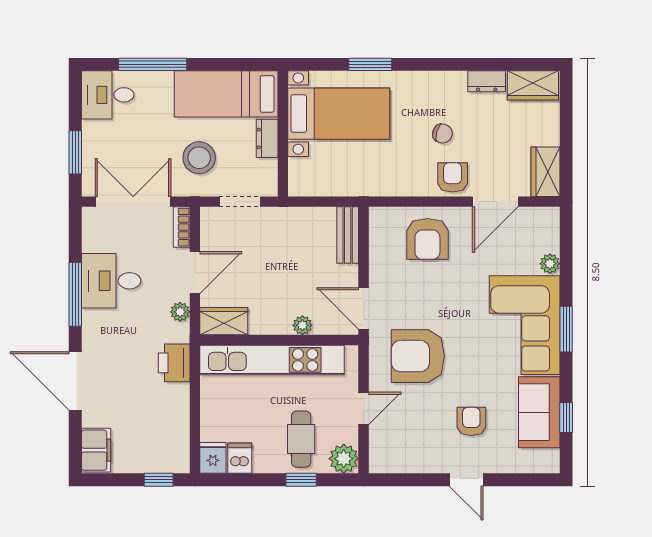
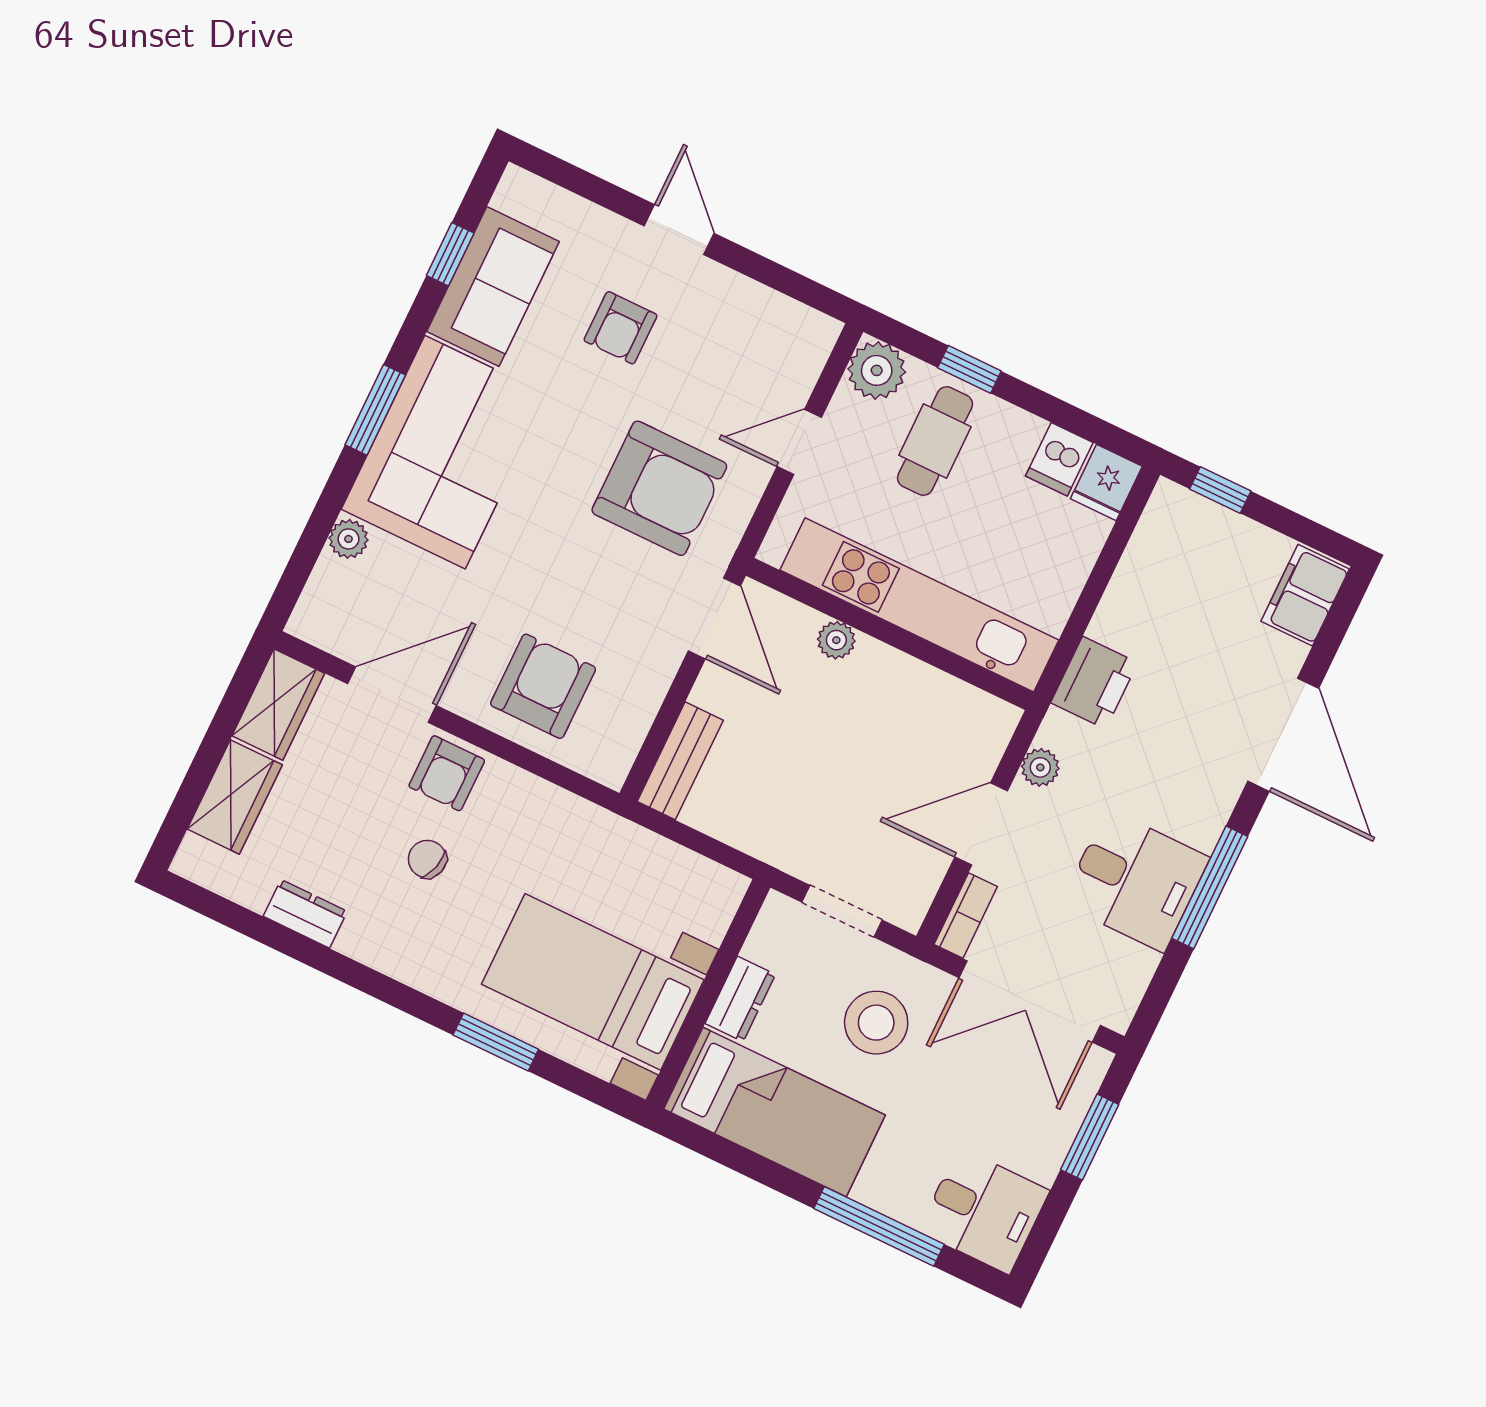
wardrobe: (533, 85) -> (235, 797), moved, turned 90
wardrobe: (224, 321) -> (971, 714), removed

